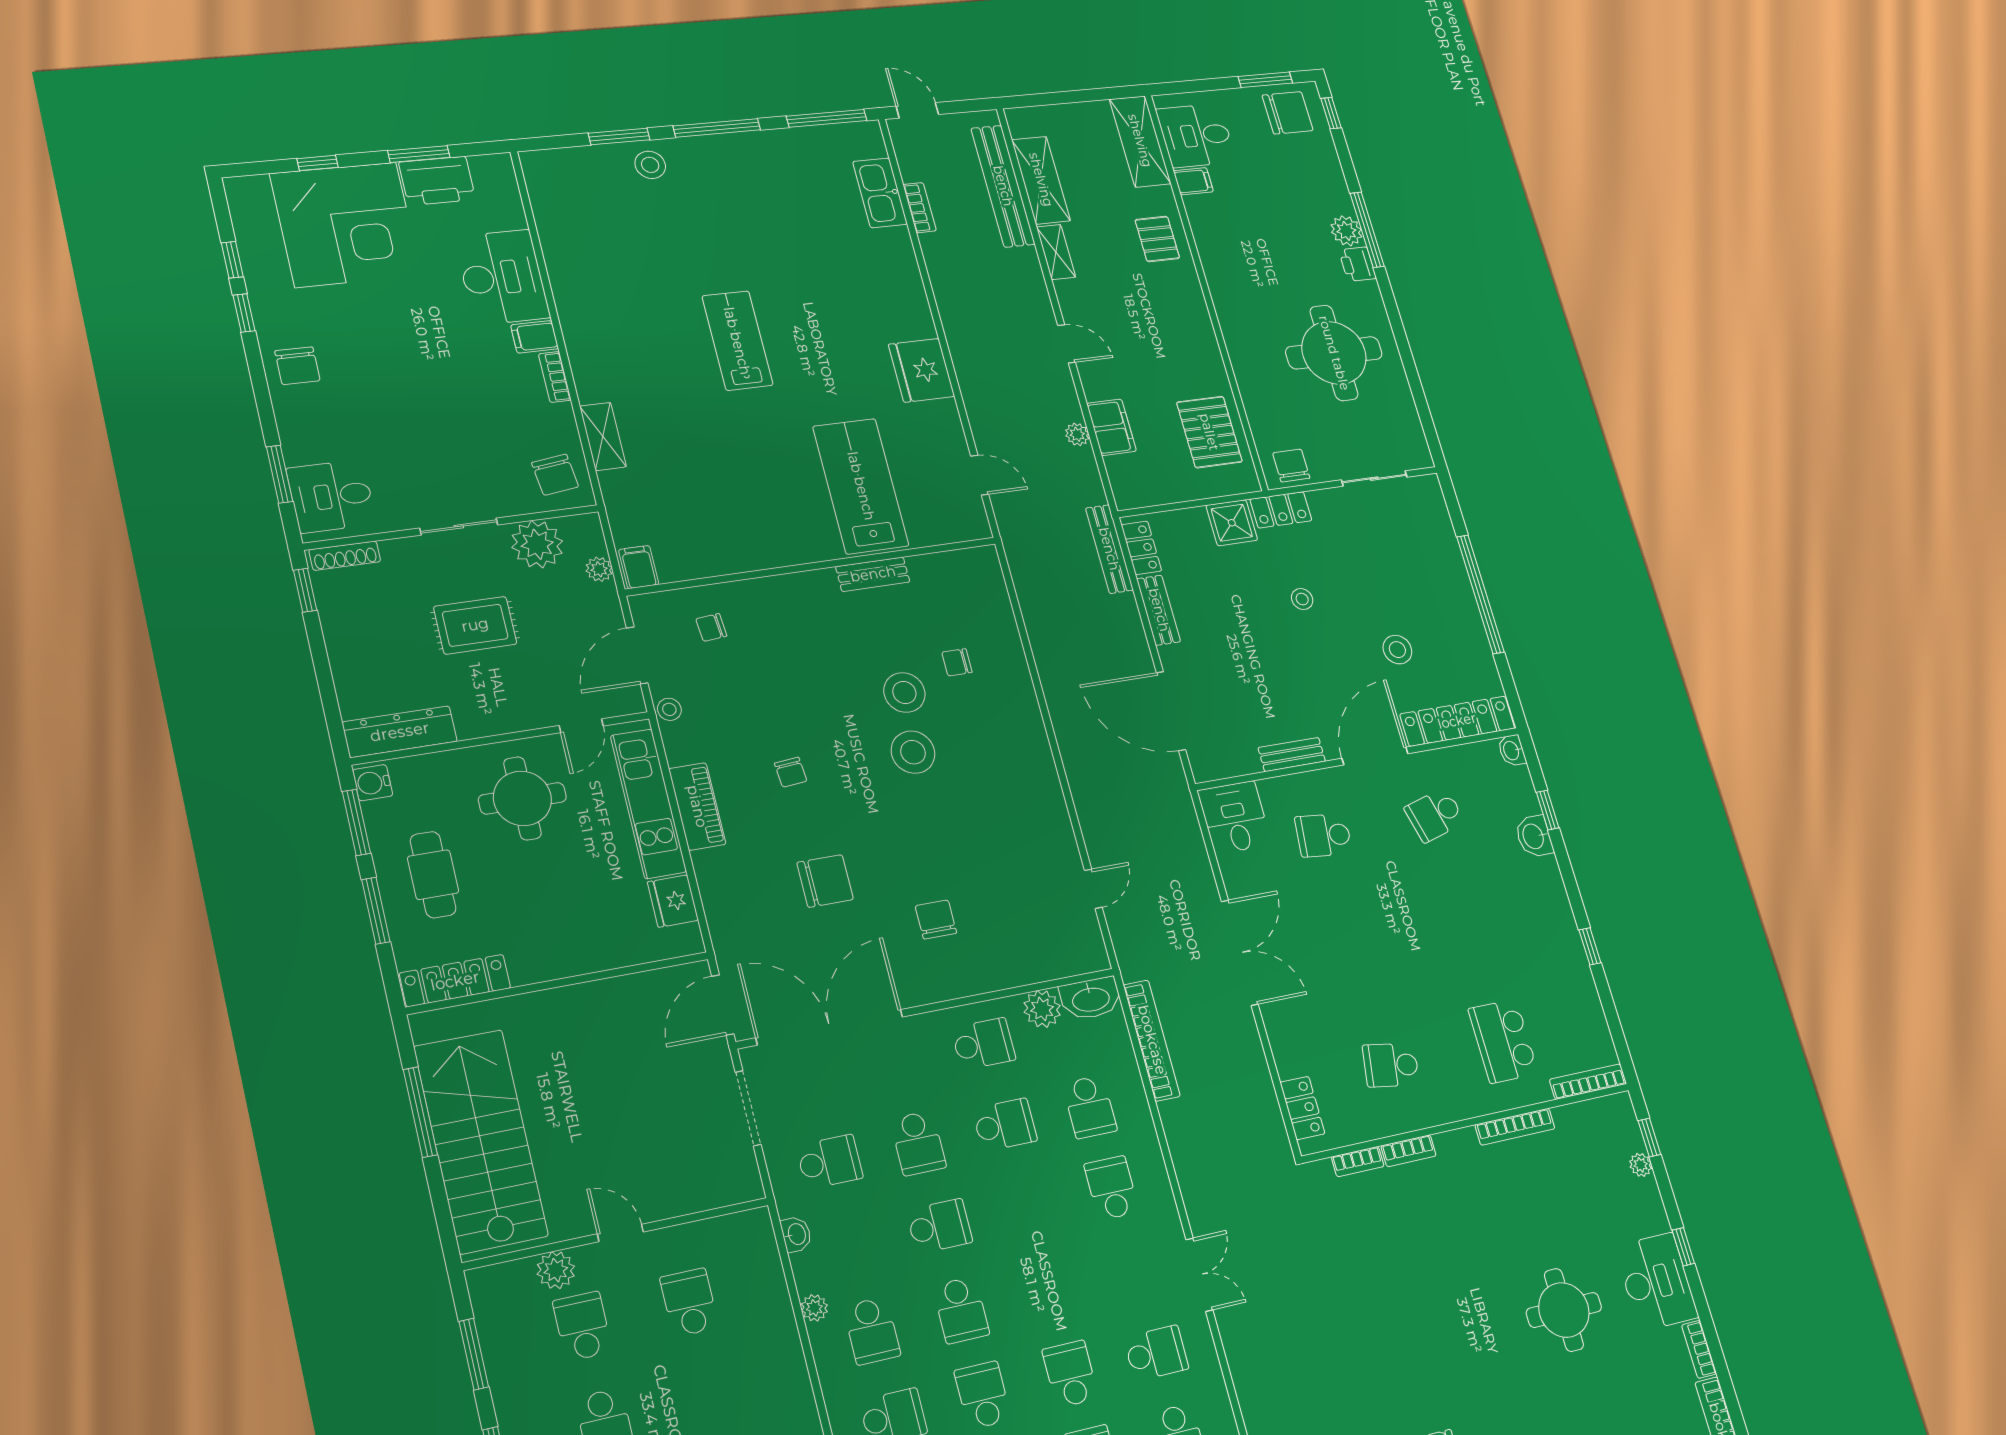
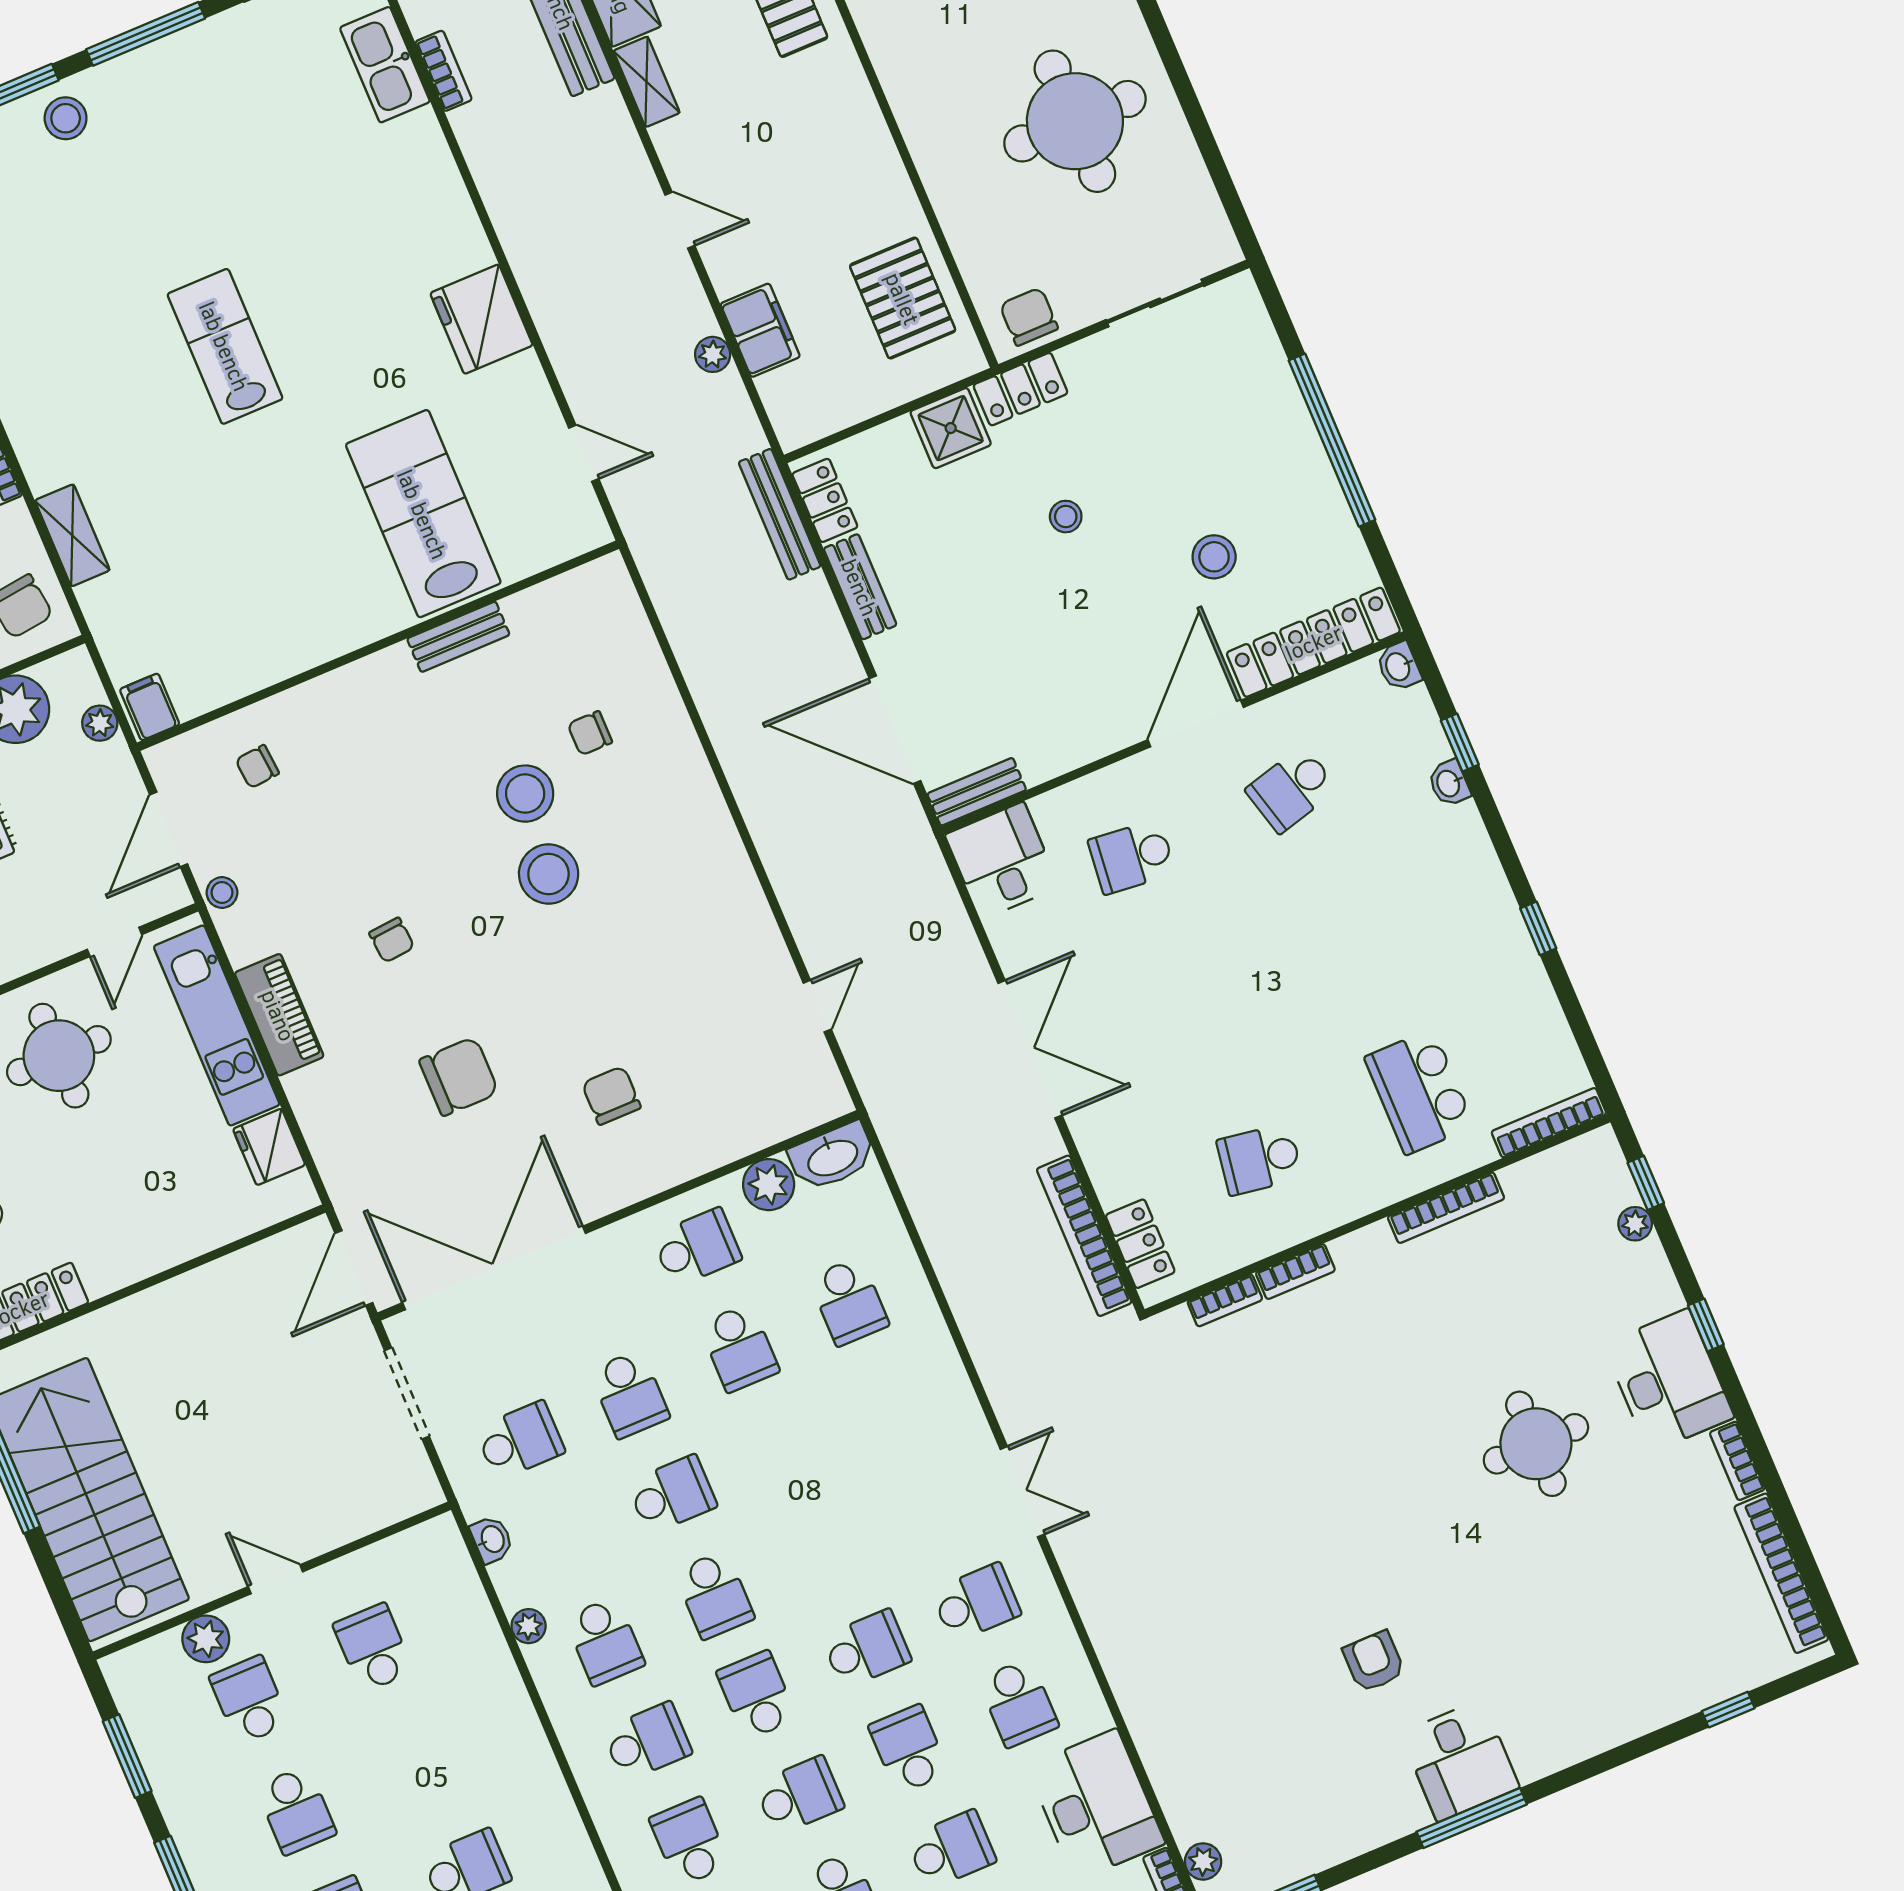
bench: (1292, 754) -> (977, 792), moved
washbasin: (1534, 836) -> (1449, 783), width x0.72, depth x0.69
bookcase: (1152, 1040) -> (1084, 1236), moved, turned 180
school desk: (1005, 1125) -> (739, 1348), turned 90
school desk: (1112, 1188) -> (891, 1402), removed
school desk: (1070, 1374) -> (866, 1649), turned 90

